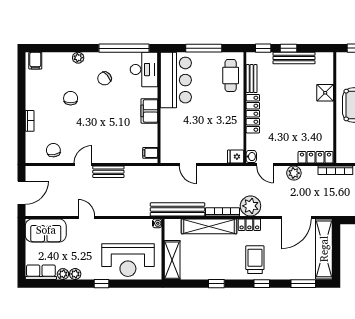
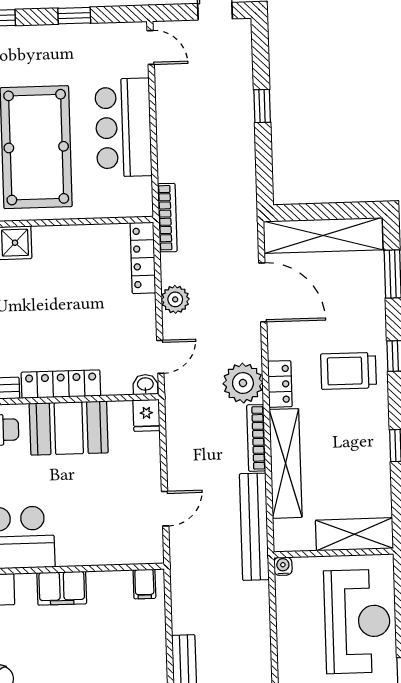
booth: (230, 117) -> (69, 428), added

